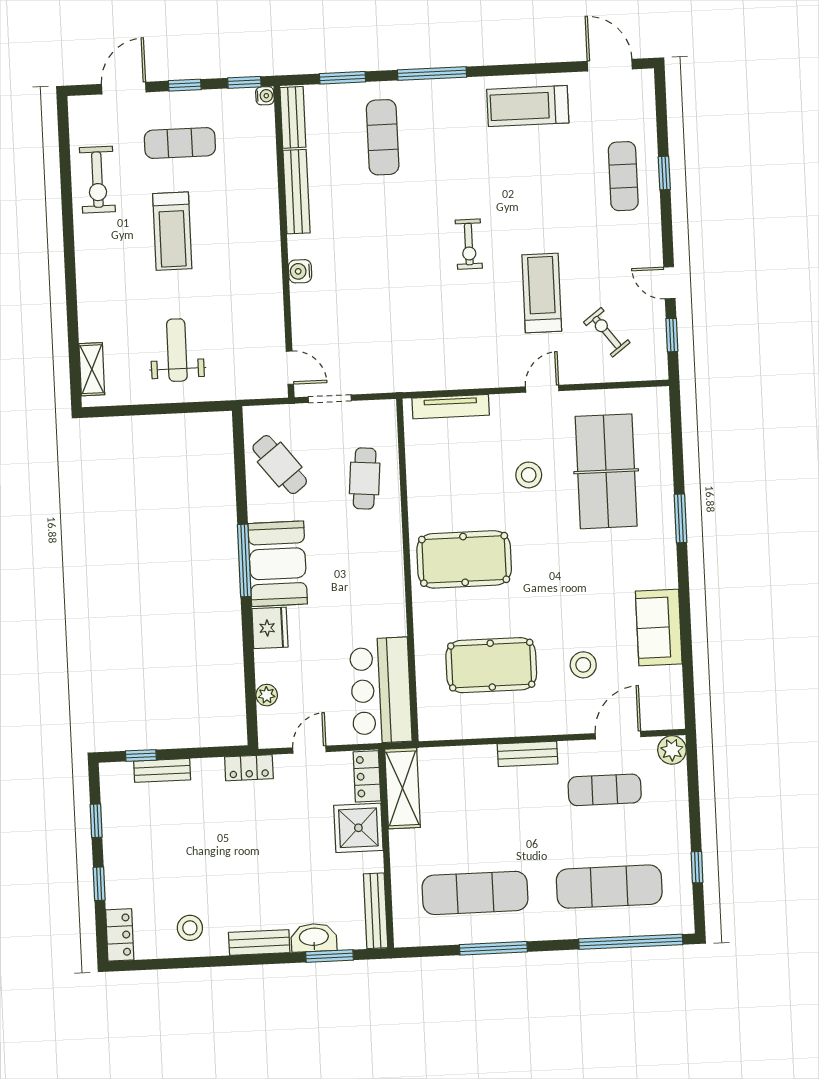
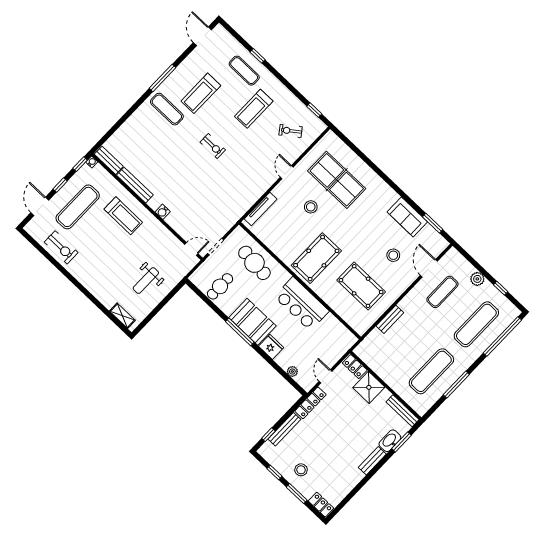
door: (610, 65) -> (202, 36), hinge flipped
window: (432, 74) -> (163, 78), moved
window: (343, 78) -> (113, 130), removed
treadmill: (528, 106) -> (201, 93), moved
exercise mat: (383, 137) -> (167, 109), moved
exercise mat: (180, 143) -> (78, 207), width x1.36, depth x1.45
treadmill: (172, 231) -> (123, 216), moved
door: (669, 283) -> (296, 93), removed
treadmill: (542, 293) -> (254, 109), moved, turned -90
weight bench: (177, 350) -> (146, 281), turned -90
cafe table: (280, 465) -> (220, 286), turned -52
cafe table: (365, 478) -> (254, 263), width x1.37, depth x1.35
window: (681, 518) -> (433, 223), moved
pool table: (491, 665) -> (361, 286), turned 90
bar counter: (381, 690) -> (302, 304), moved
plant: (672, 750) -> (477, 279), moved
bench: (528, 754) -> (390, 319), moved
locker: (249, 768) -> (310, 403), width x1.53
bench: (162, 770) -> (284, 429), width x1.36
shelving: (403, 788) -> (371, 359), removed
window: (99, 884) -> (297, 494), width x1.50
stool: (190, 928) -> (301, 470), moved

